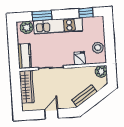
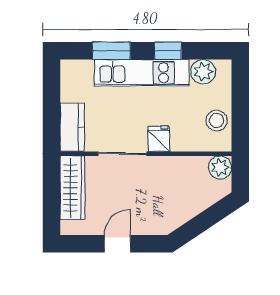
window: (86, 13) -> (168, 51), moved
plant: (27, 27) -> (203, 72), moved
fridge: (80, 58) -> (159, 139), moved
bench: (84, 96) -> (184, 213), removed

